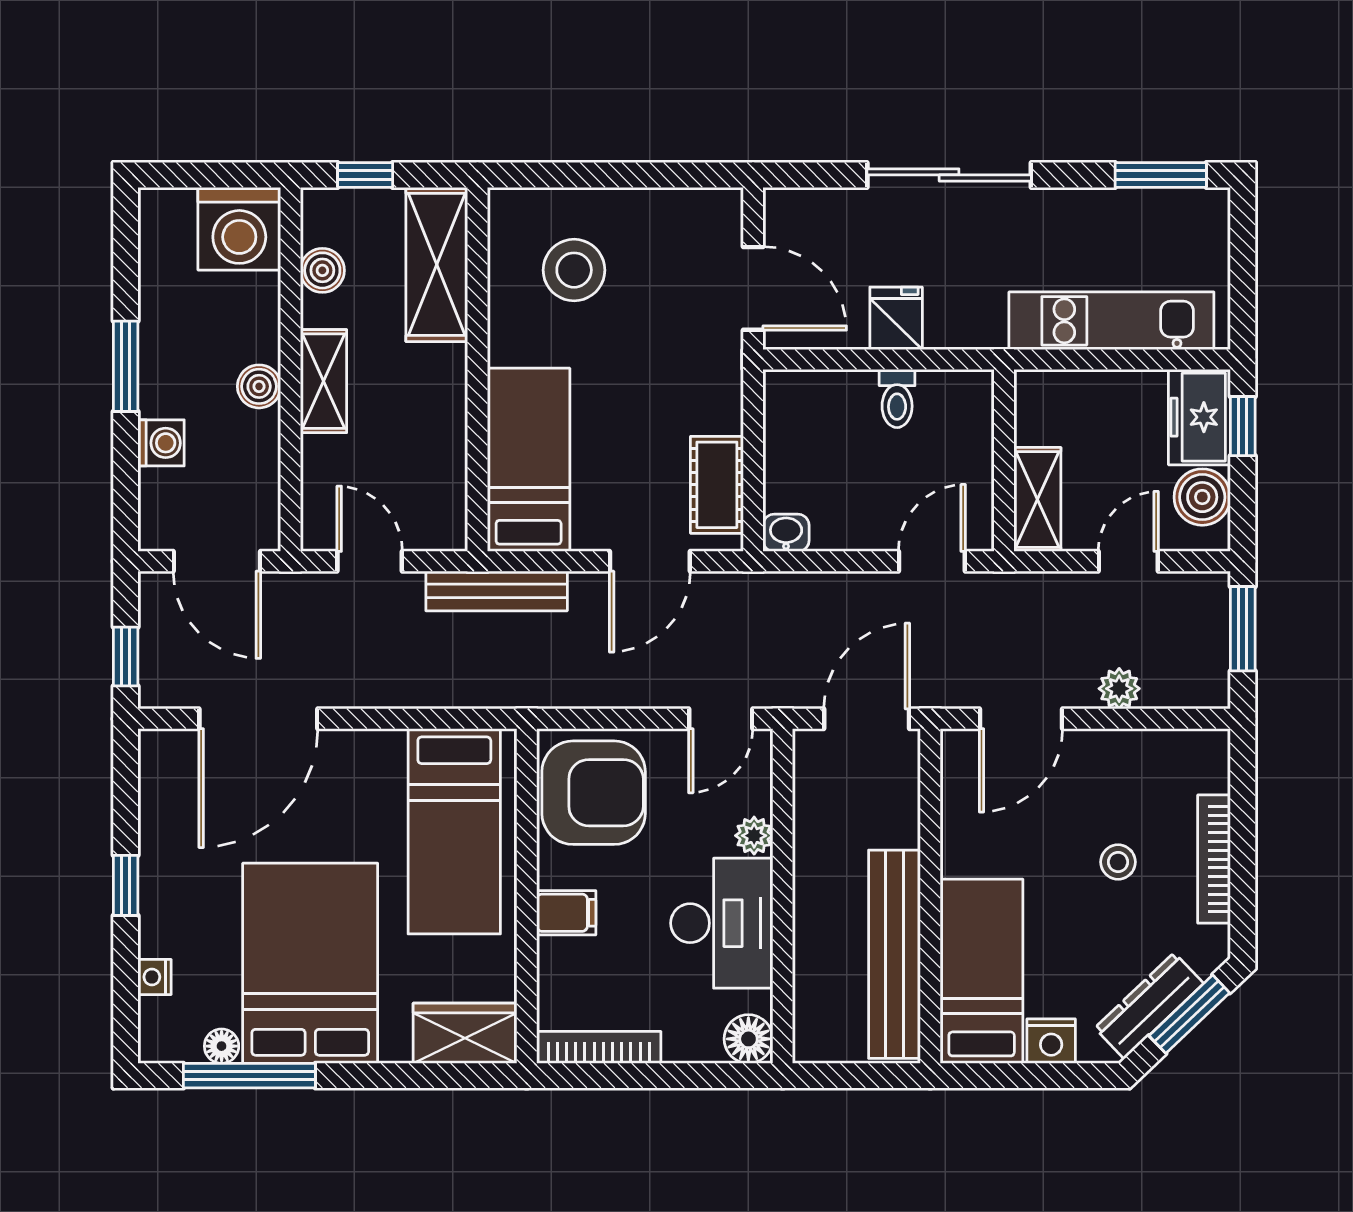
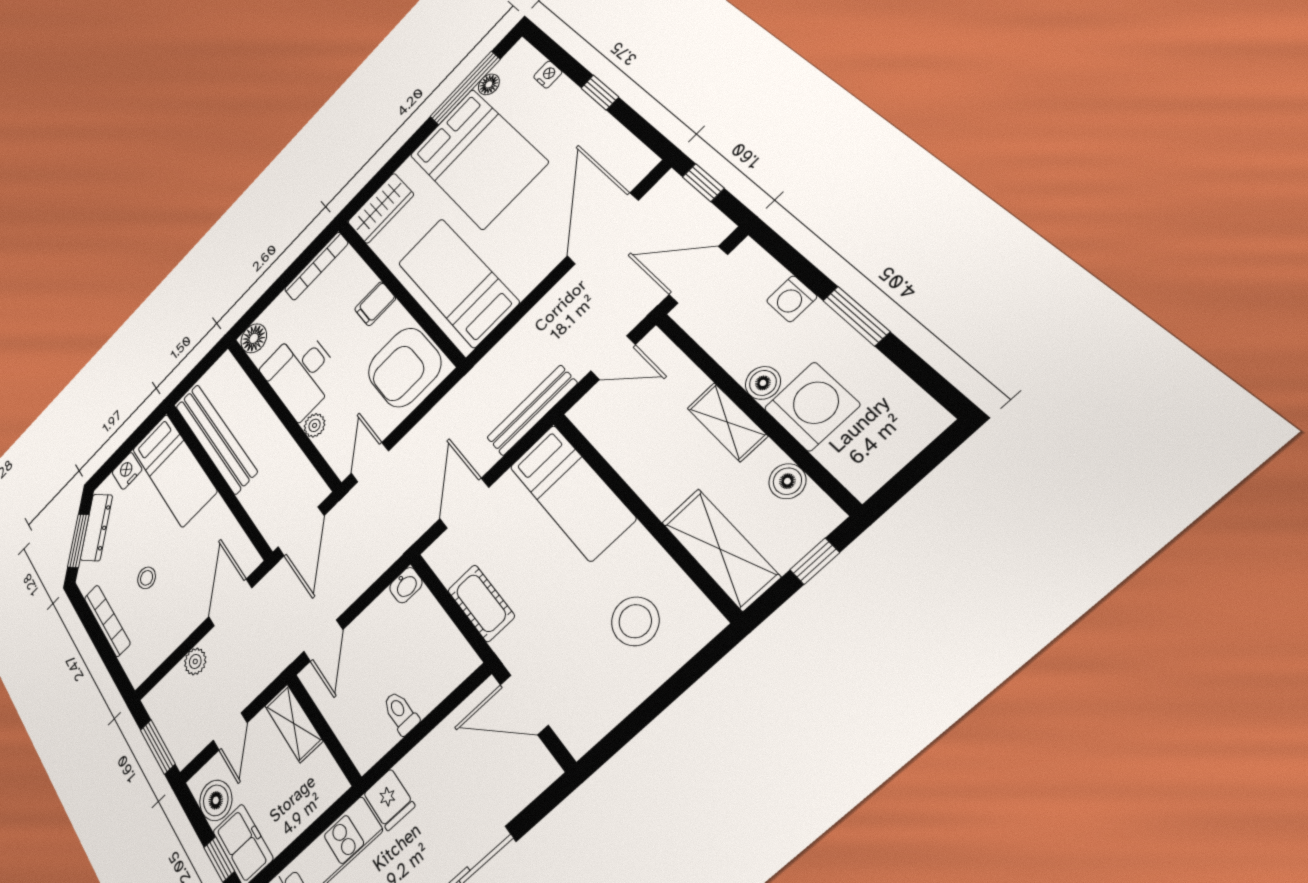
washing machine: (239, 229) -> (812, 407), moved, turned 90
fridge: (896, 318) -> (389, 800), moved
cot: (717, 485) -> (481, 603), moved

